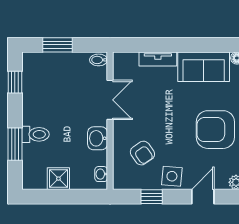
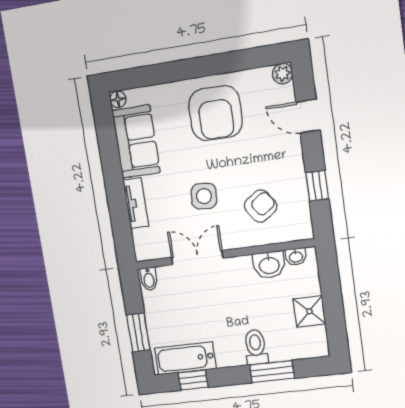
bathtub: (33, 79) -> (185, 358), added
washbasin: (98, 138) -> (269, 265), moved
side table: (172, 176) -> (204, 196), moved

